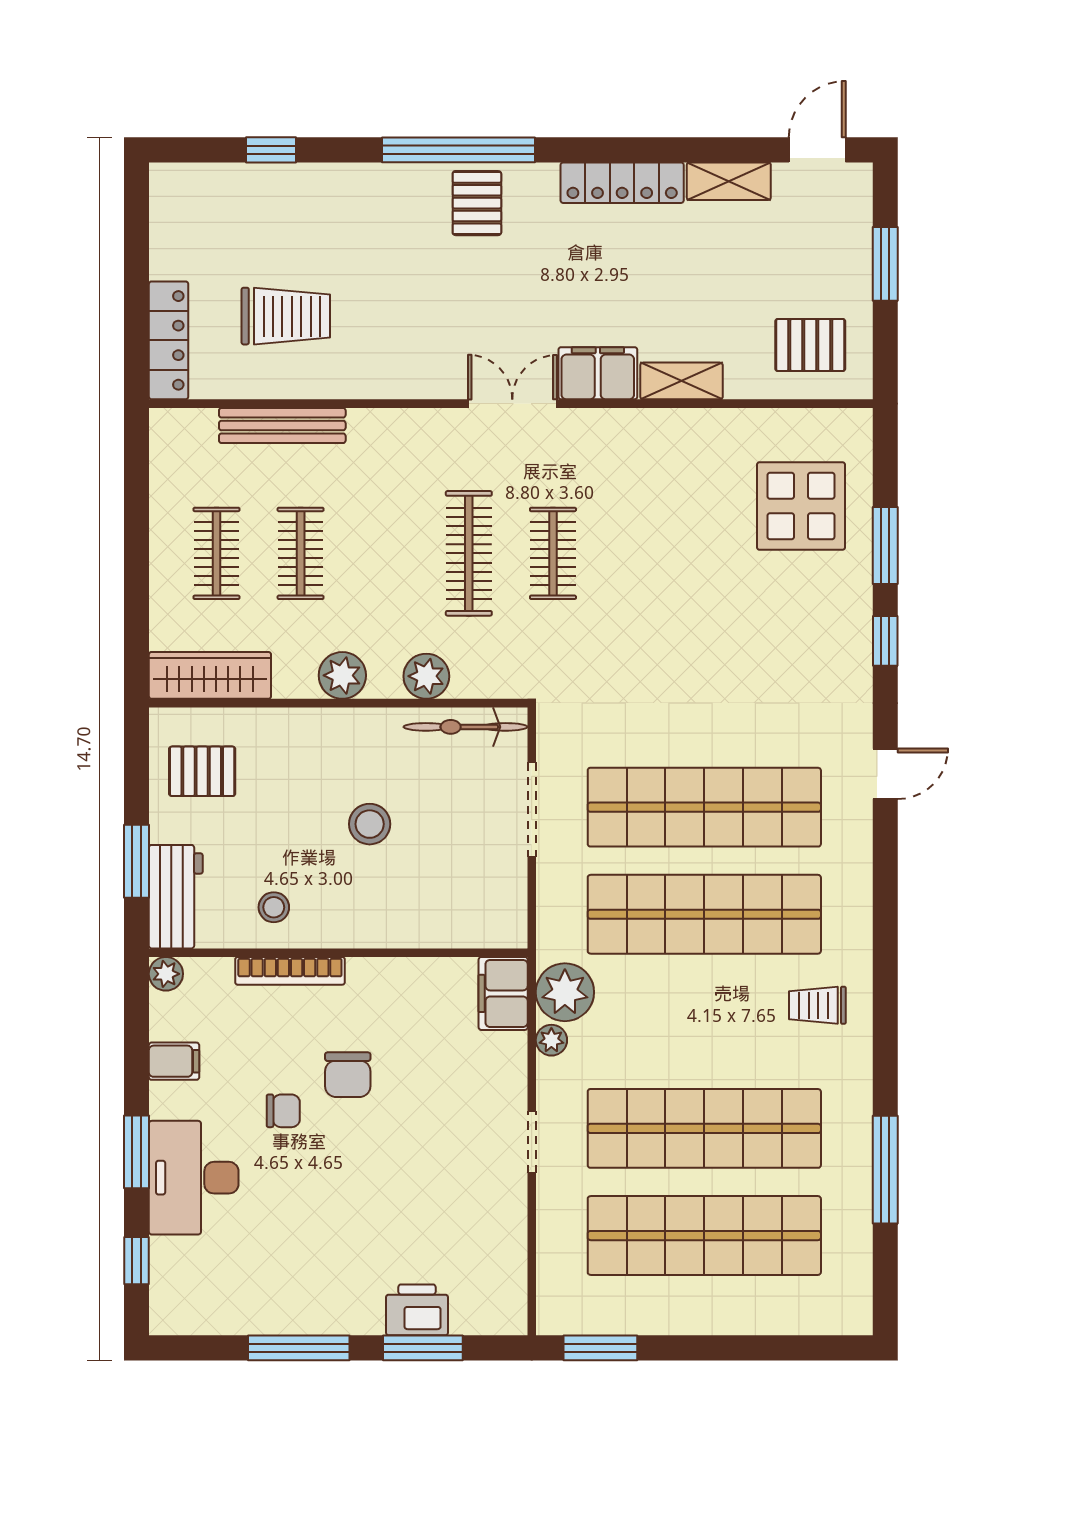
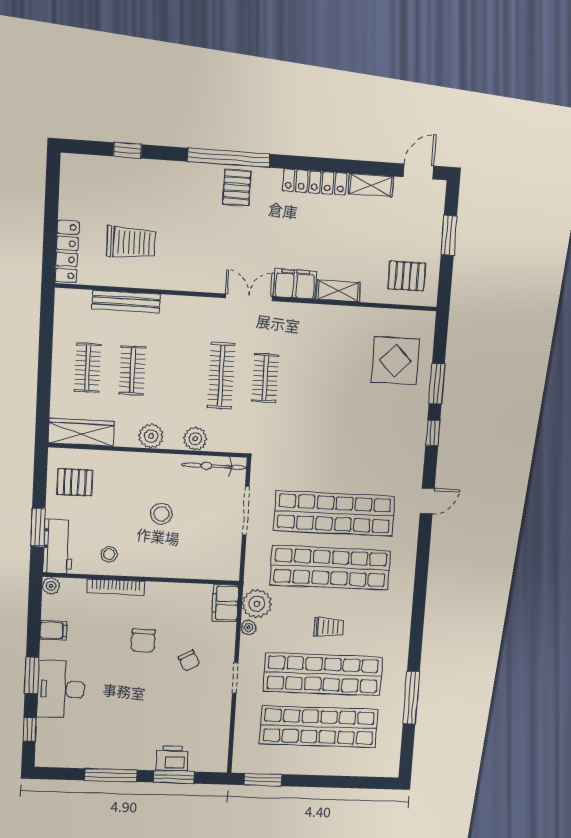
trolley: (817, 1005) -> (329, 627), moved, turned 180
chair: (283, 1111) -> (189, 661), moved, turned 60

